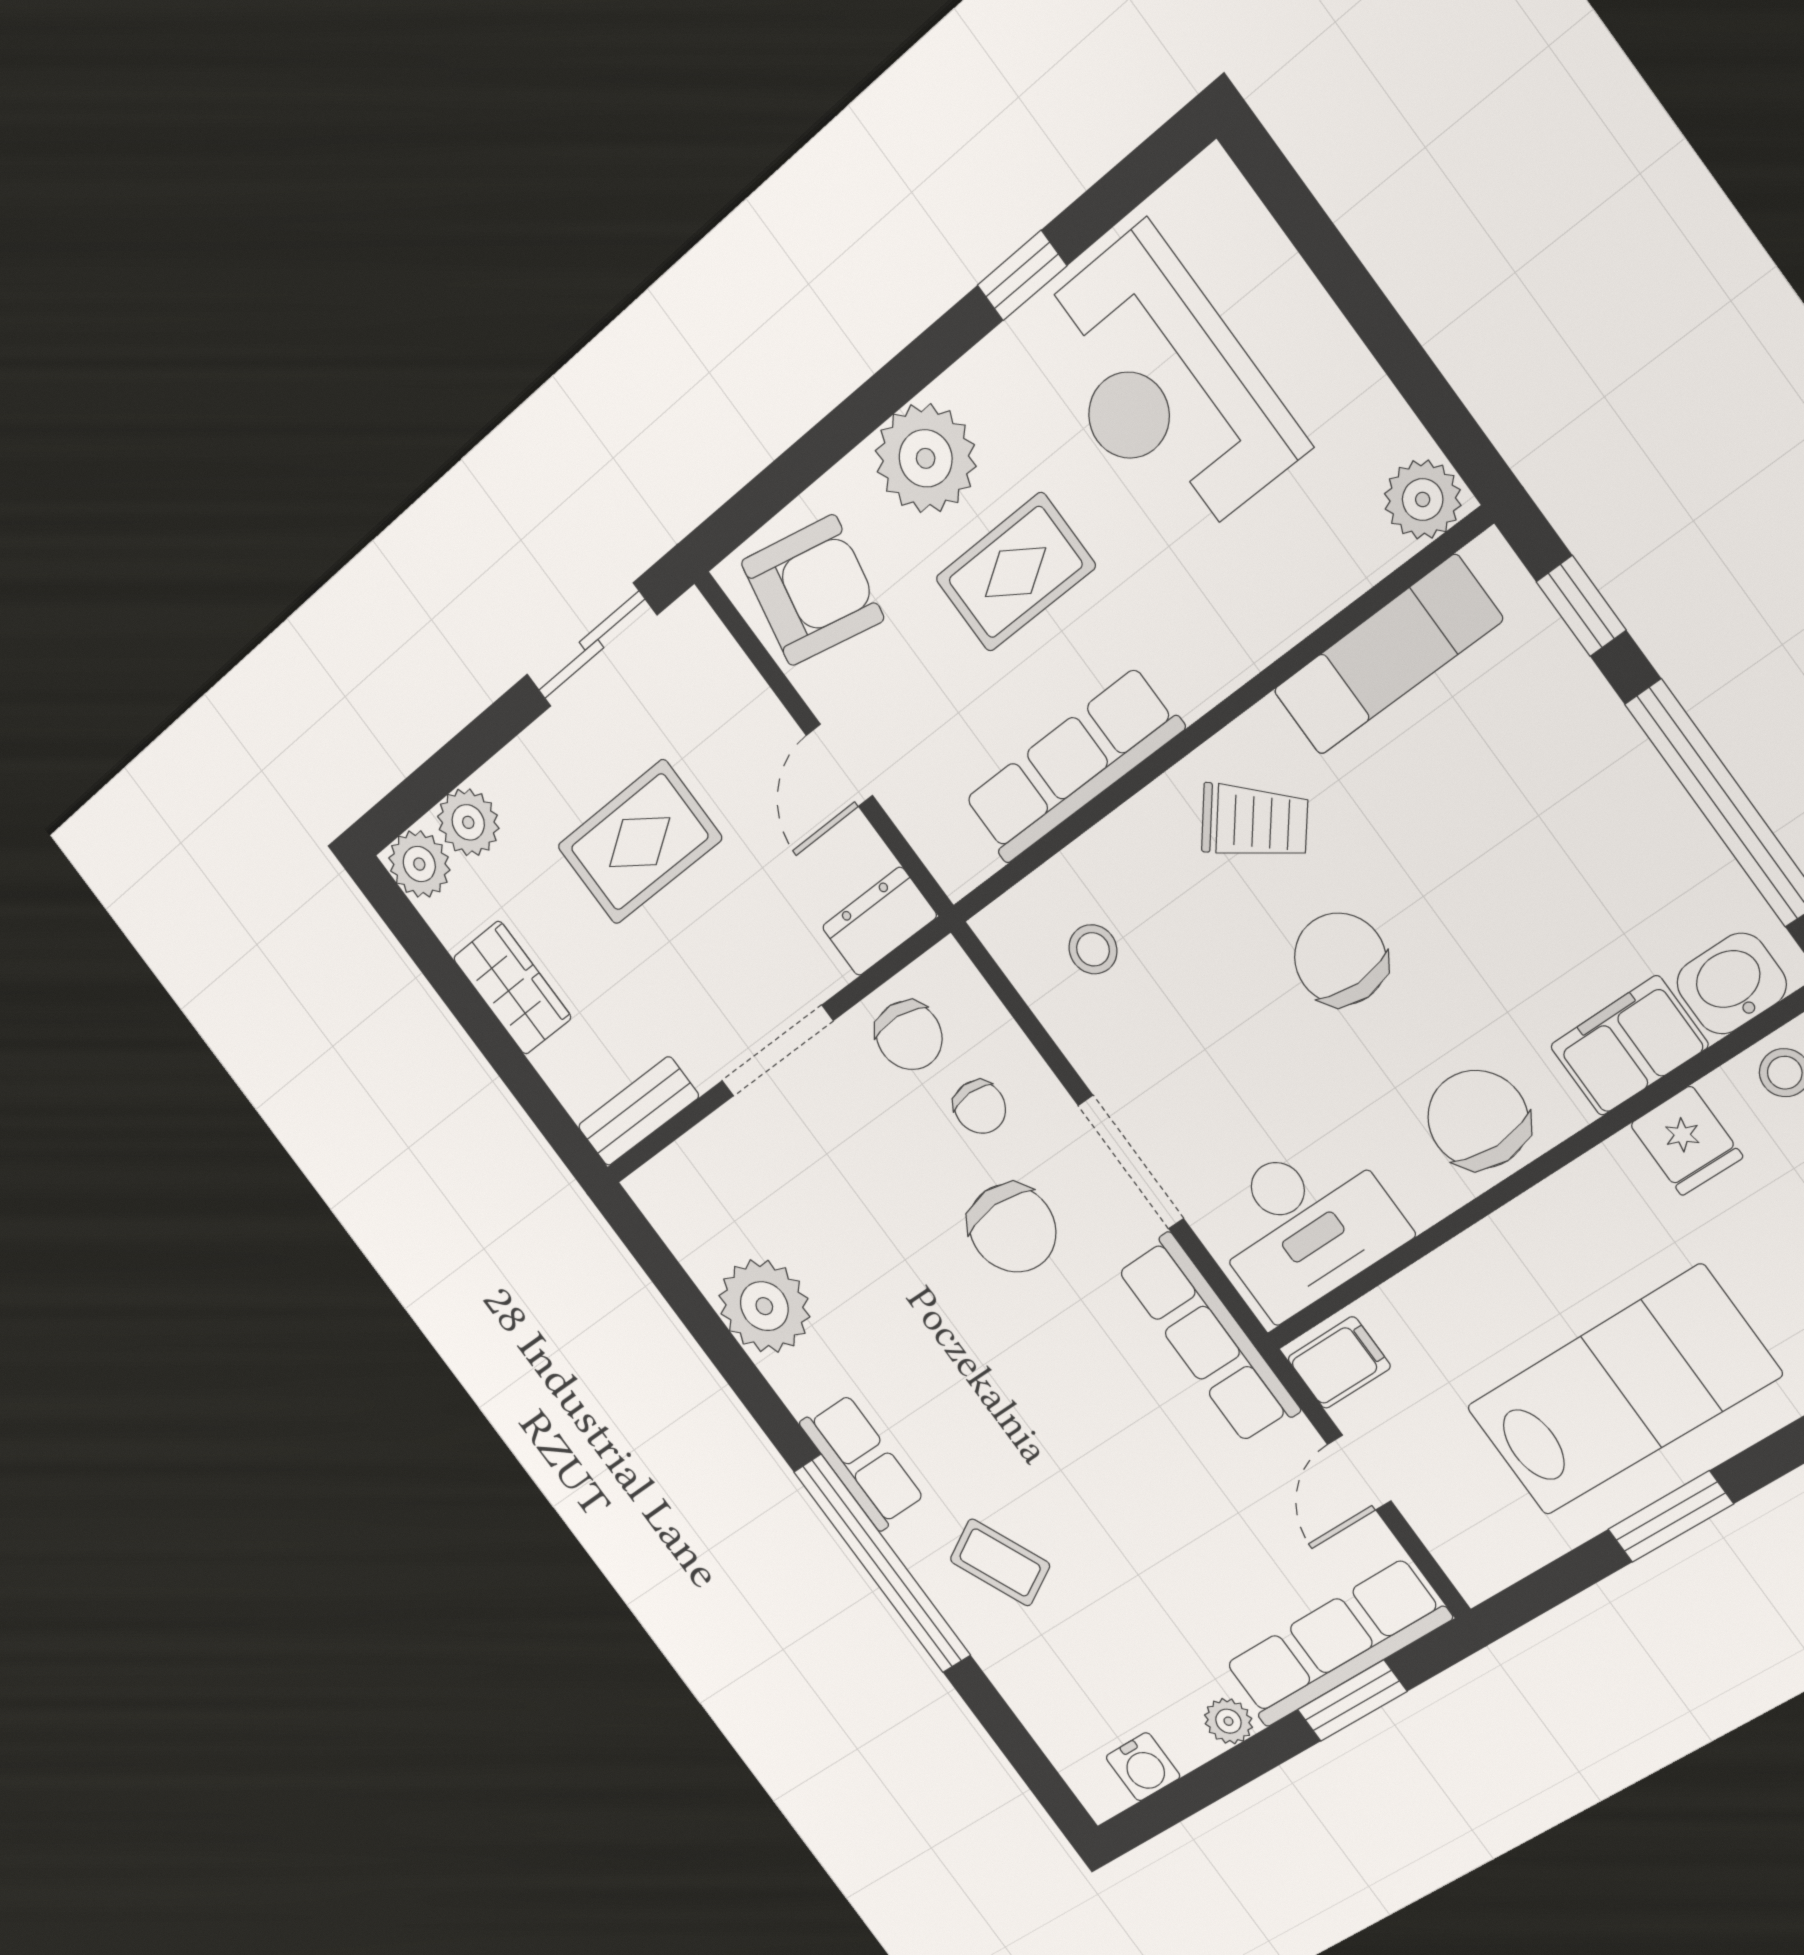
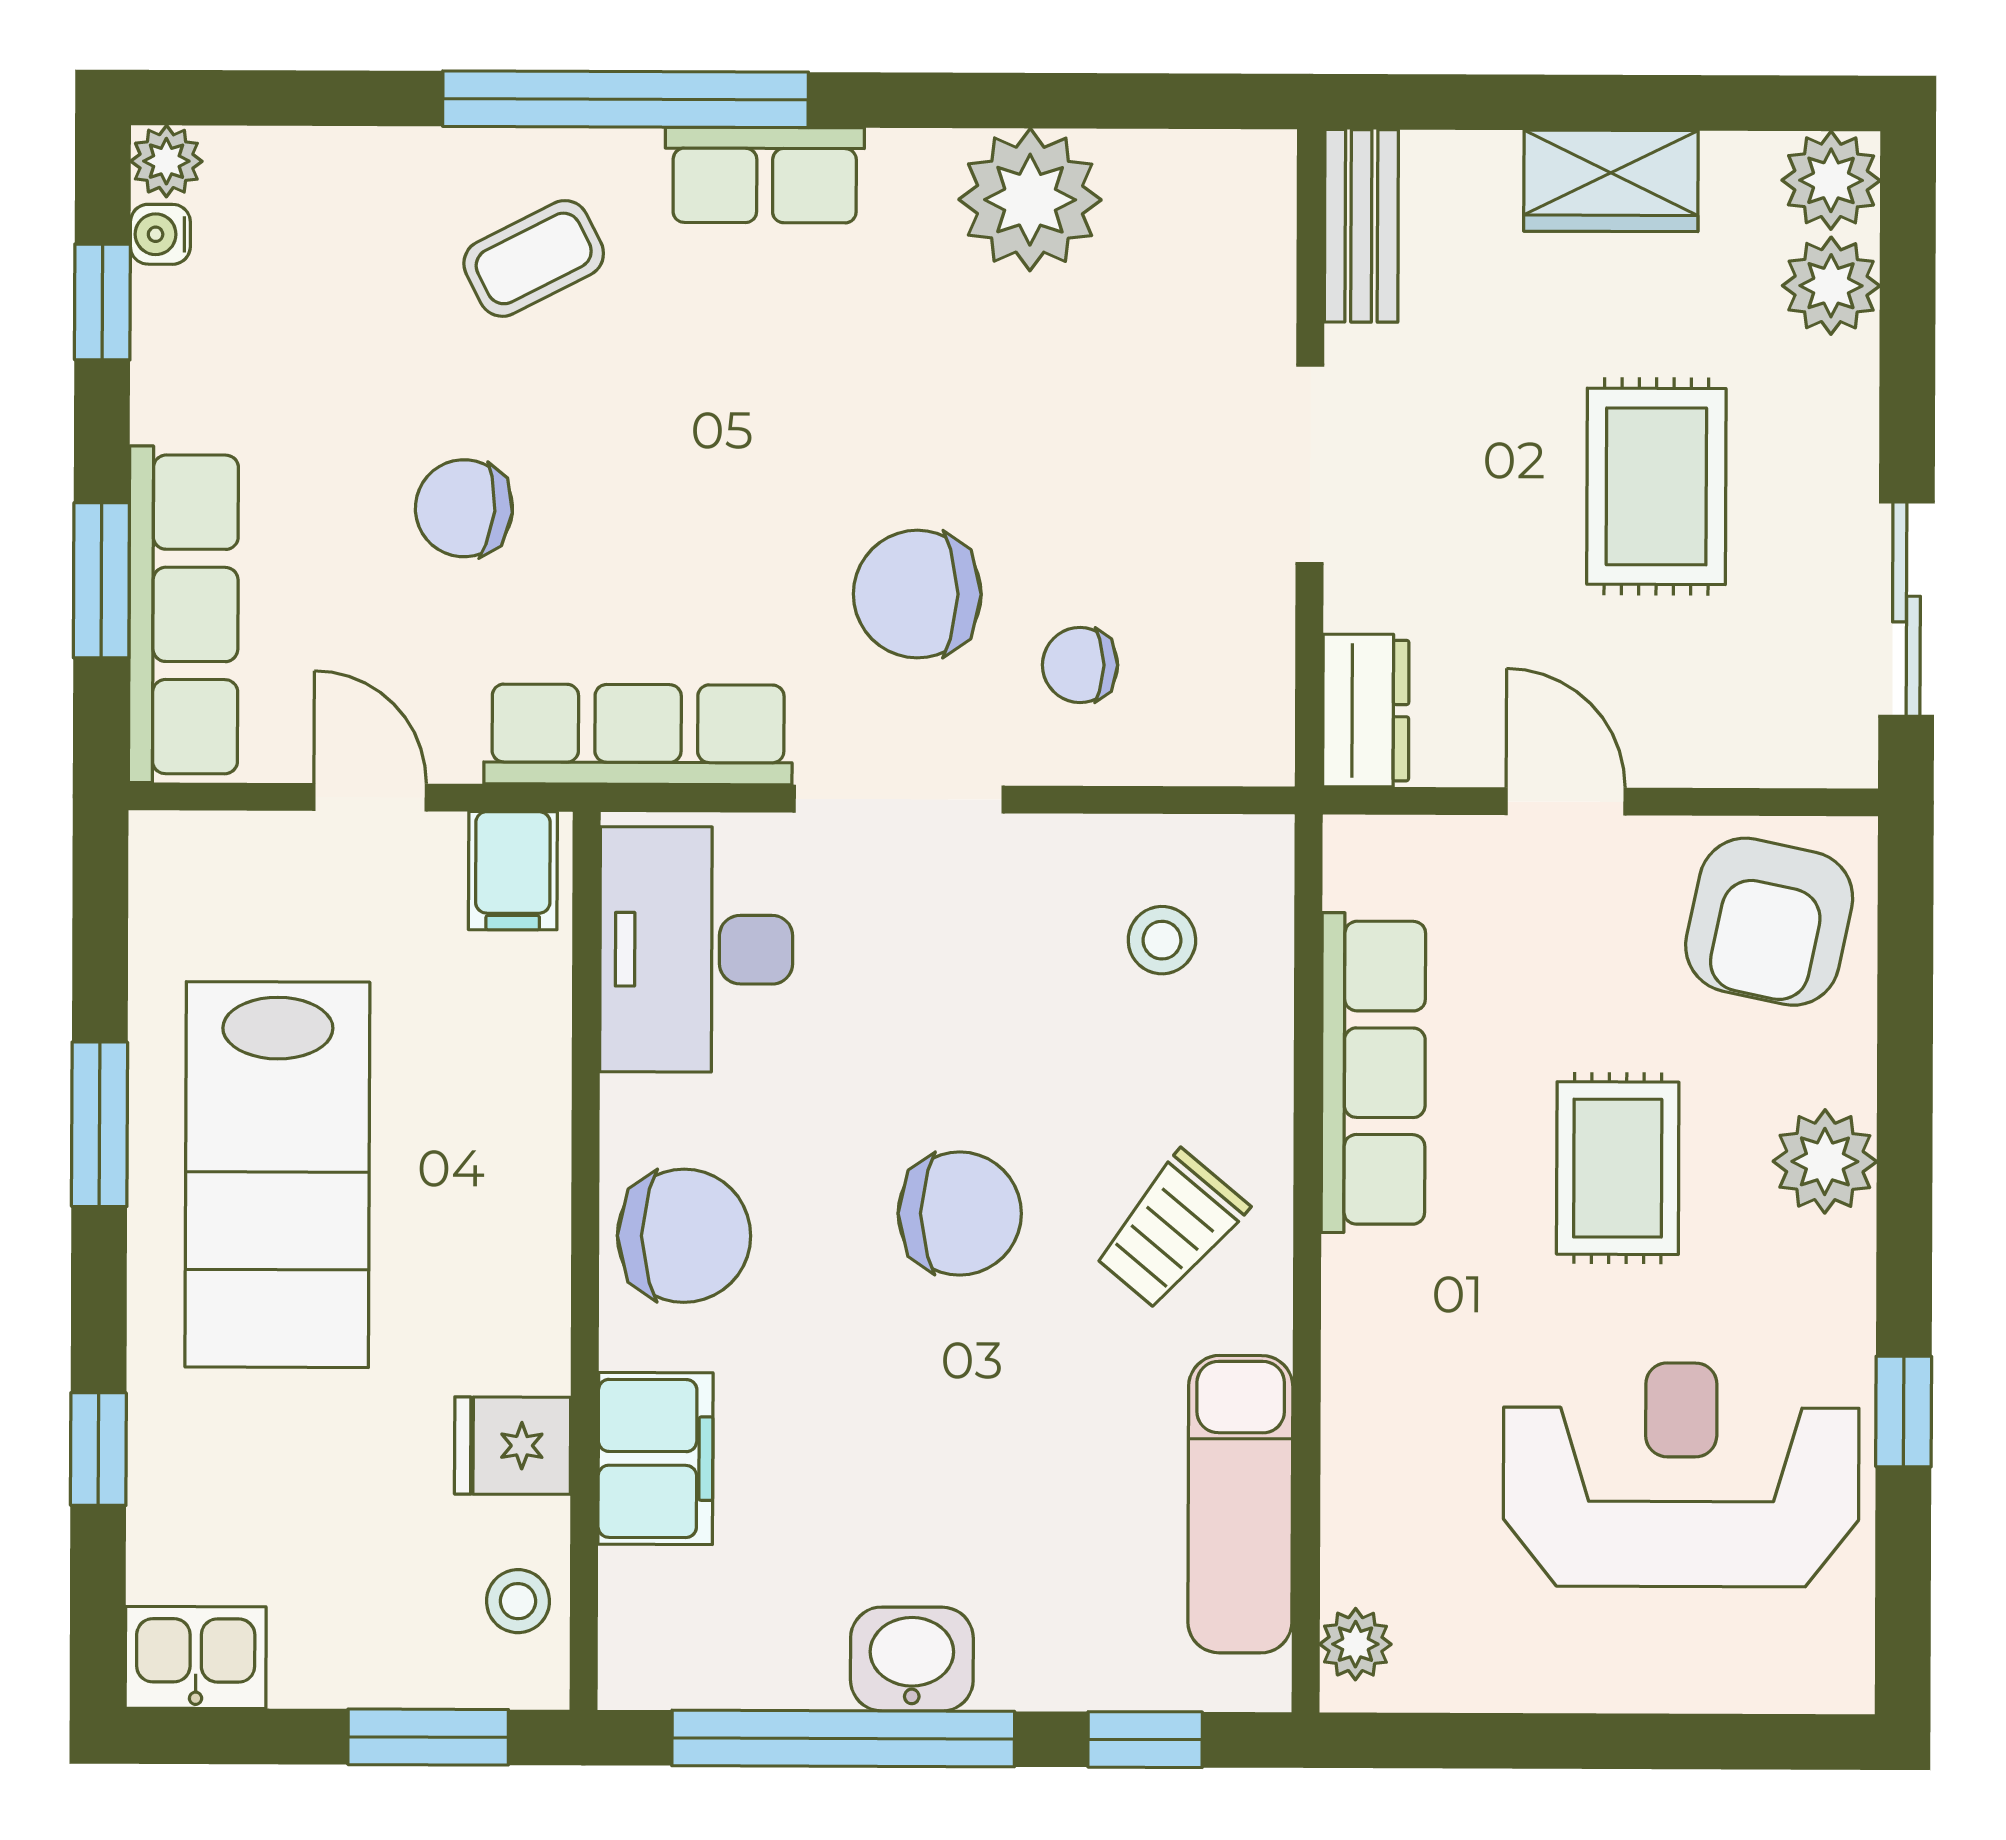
plant: (926, 458) -> (1825, 1161), width x0.73, depth x0.73
plant: (1423, 500) -> (1355, 1644), width x0.73, depth x0.73
washbasin: (1732, 984) -> (912, 1659), moved, turned -90
chair: (909, 1035) -> (464, 508), moved
plant: (1228, 1721) -> (166, 161), moved
water cooler: (1143, 1767) -> (160, 234), width x0.72, depth x0.72
window: (1201, 1788) -> (102, 302), added

